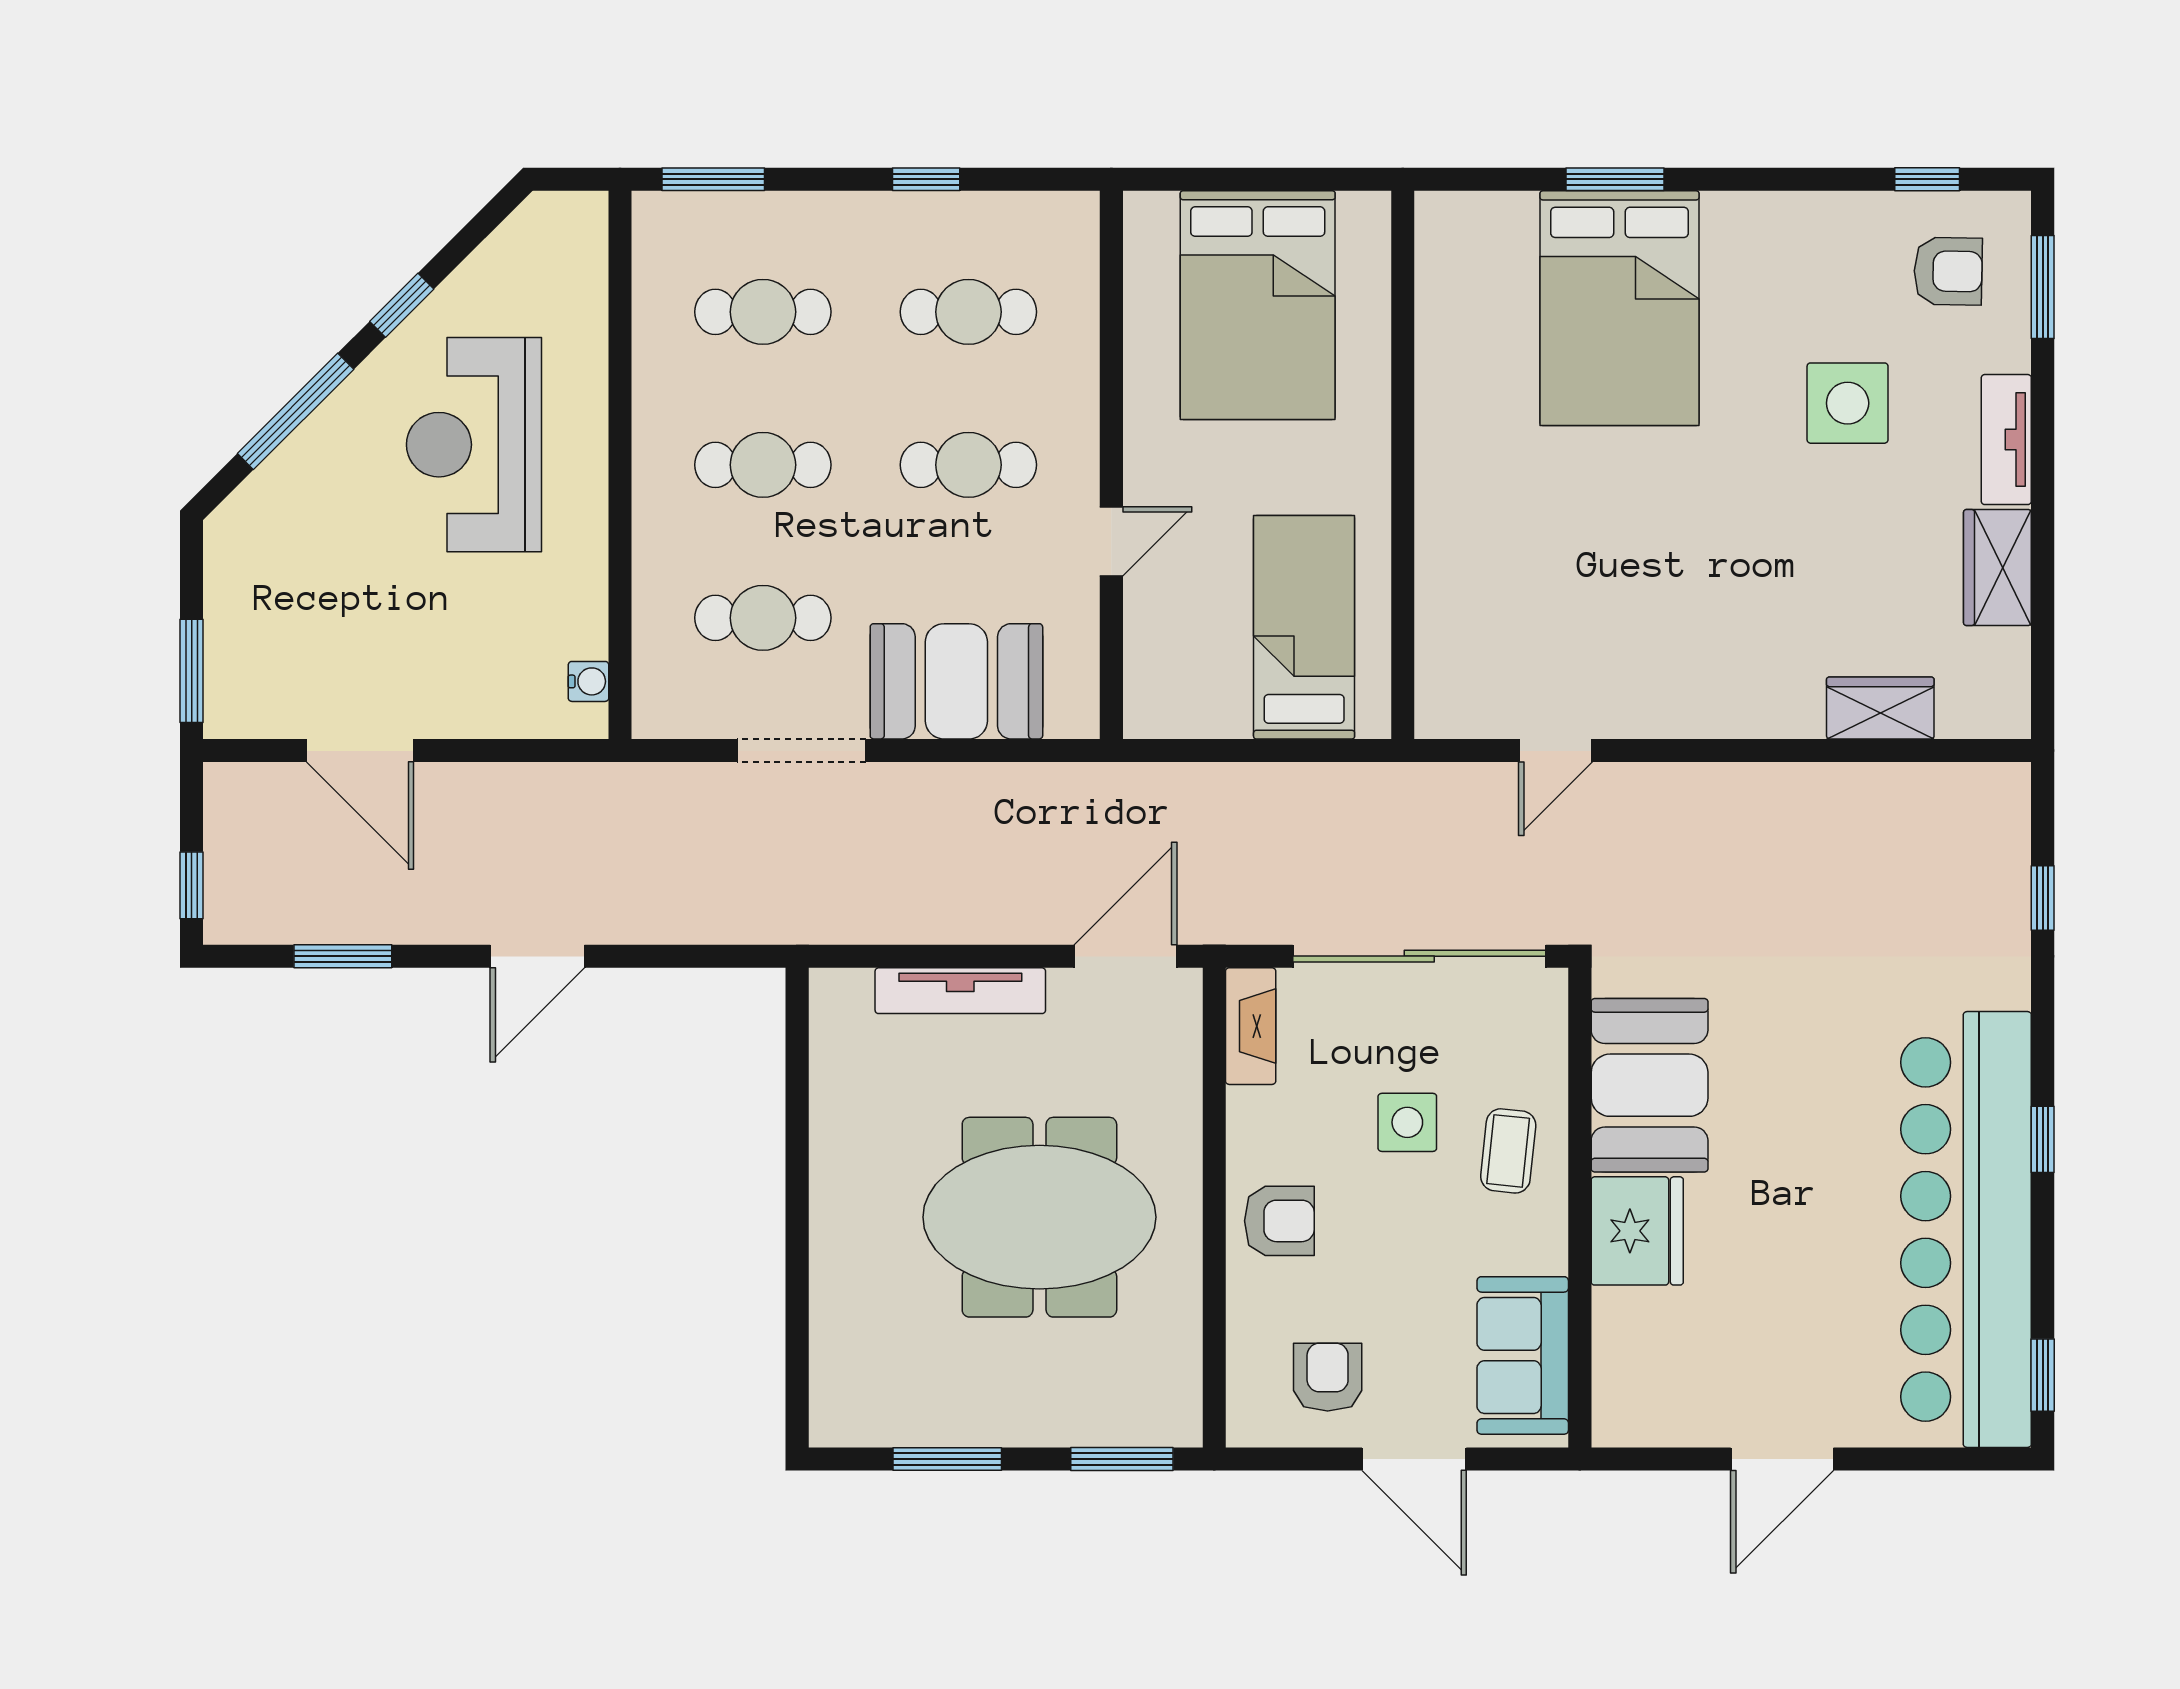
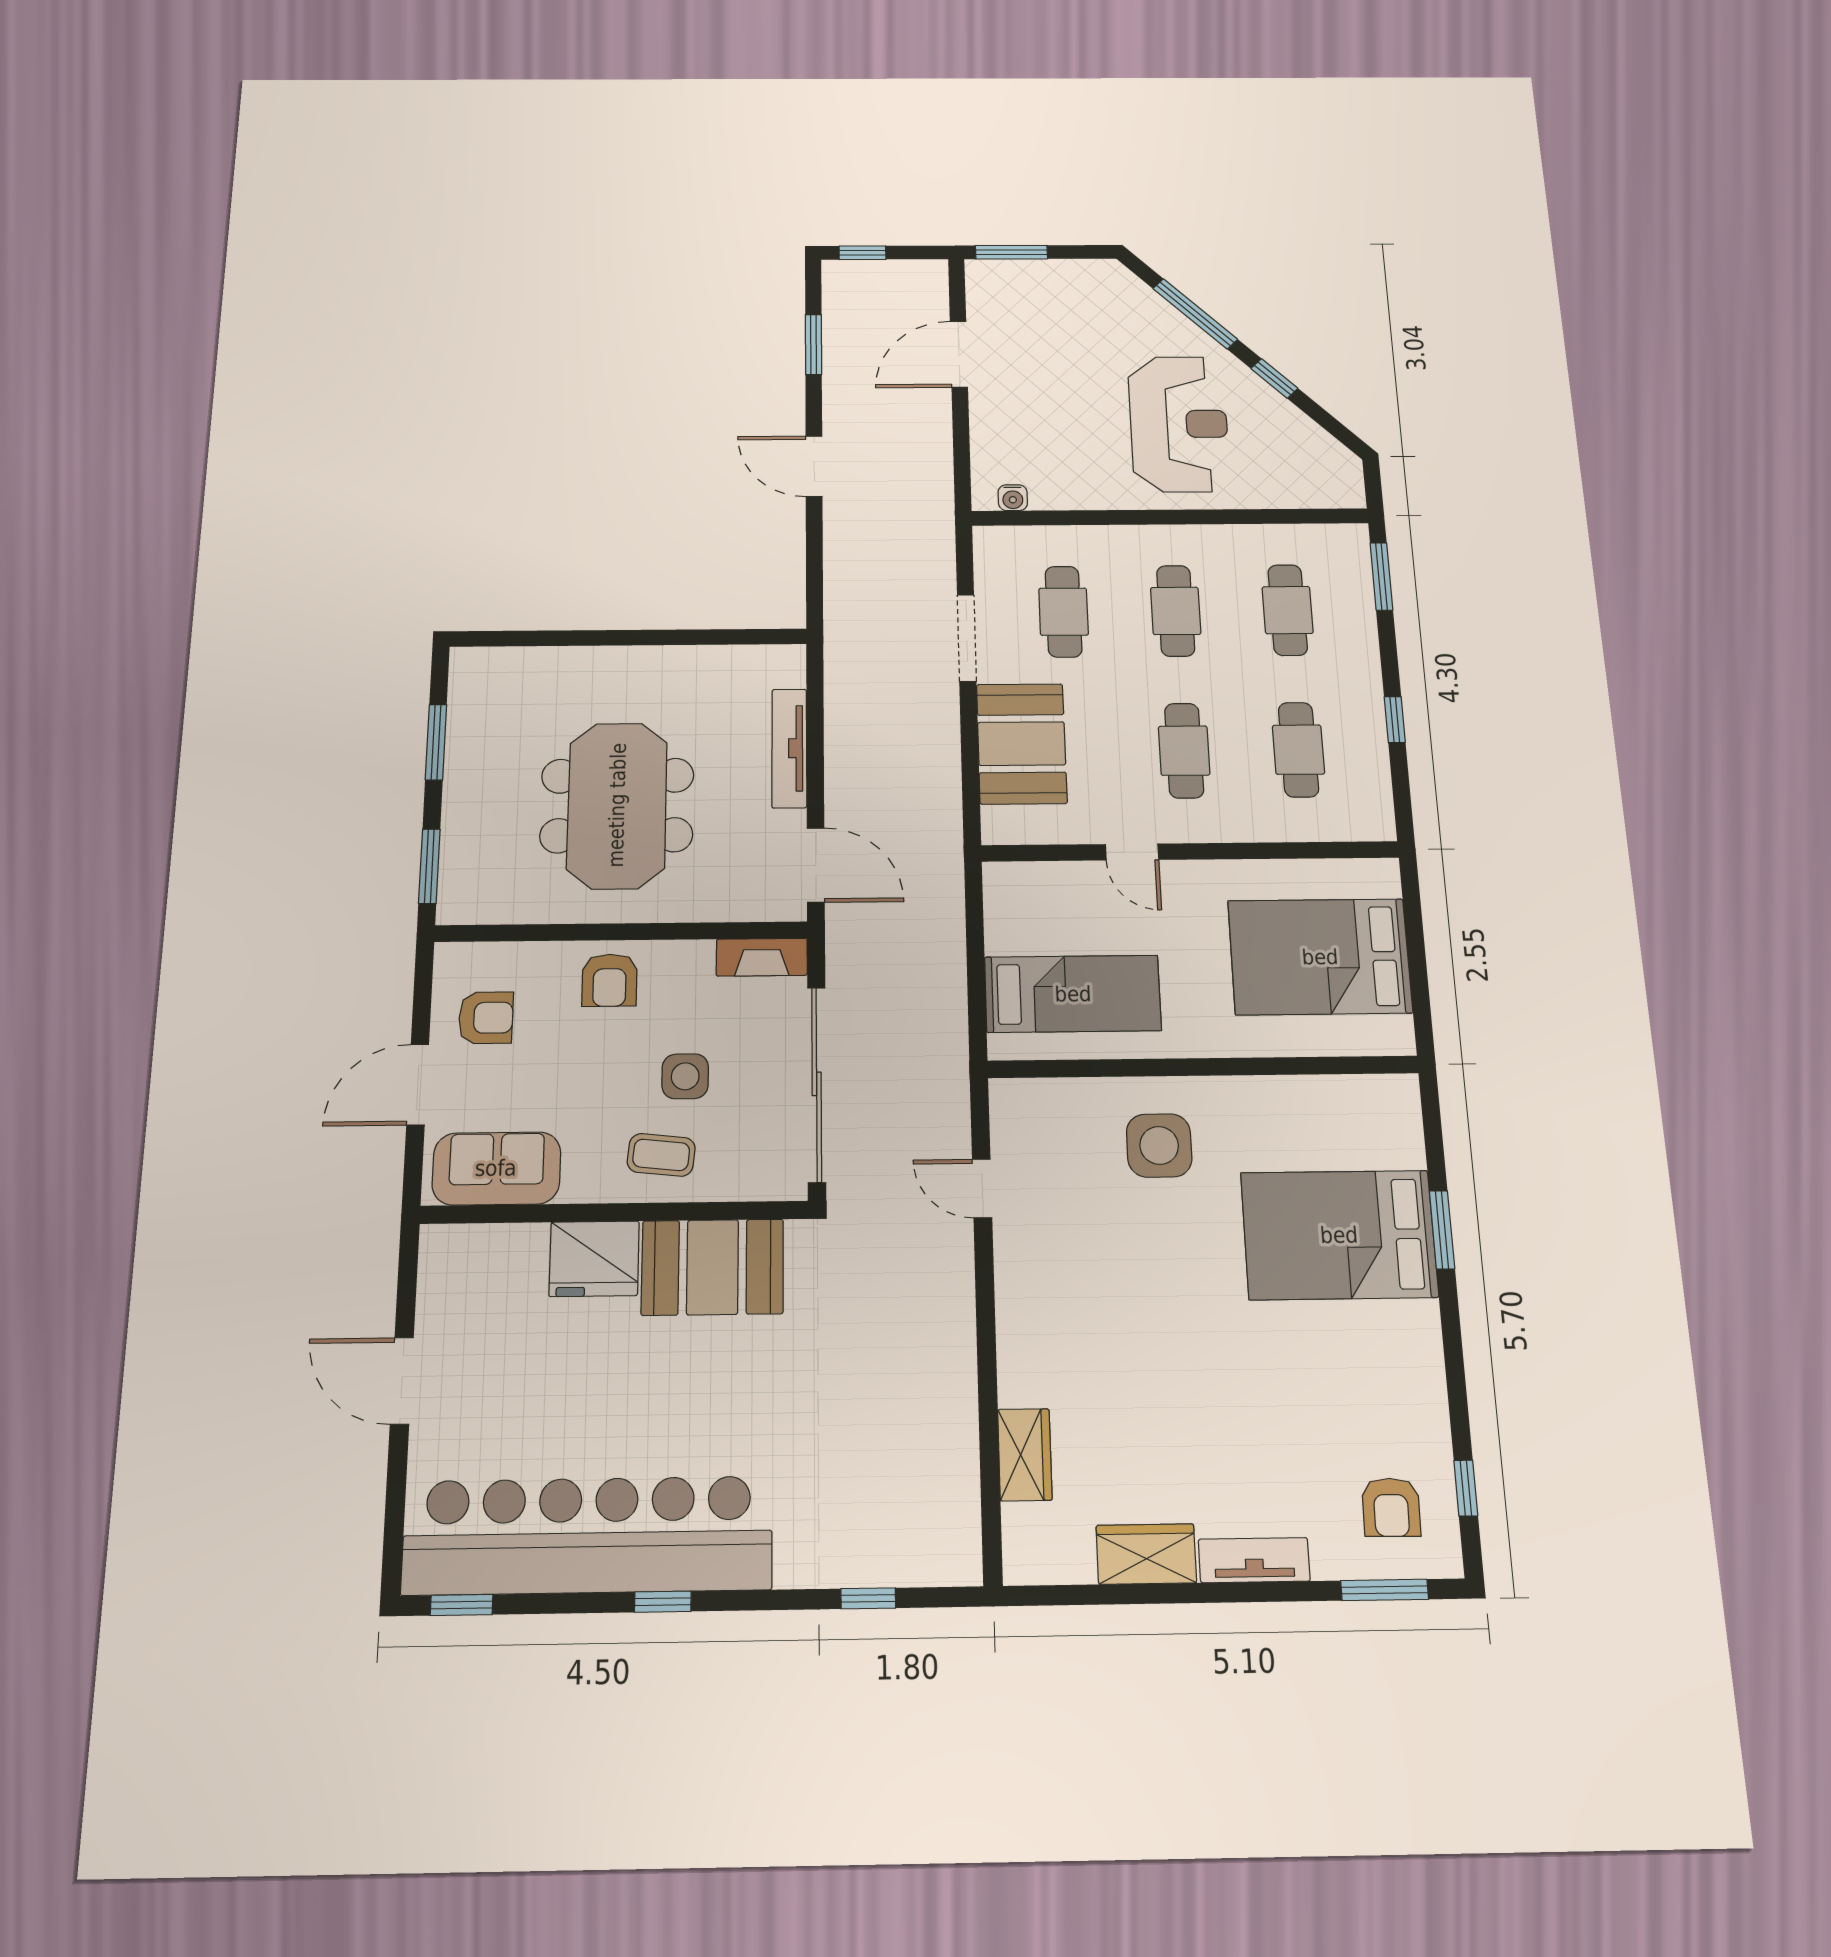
side table: (1848, 403) -> (1159, 1145), moved
reception desk: (474, 445) -> (1179, 424), turned 90

